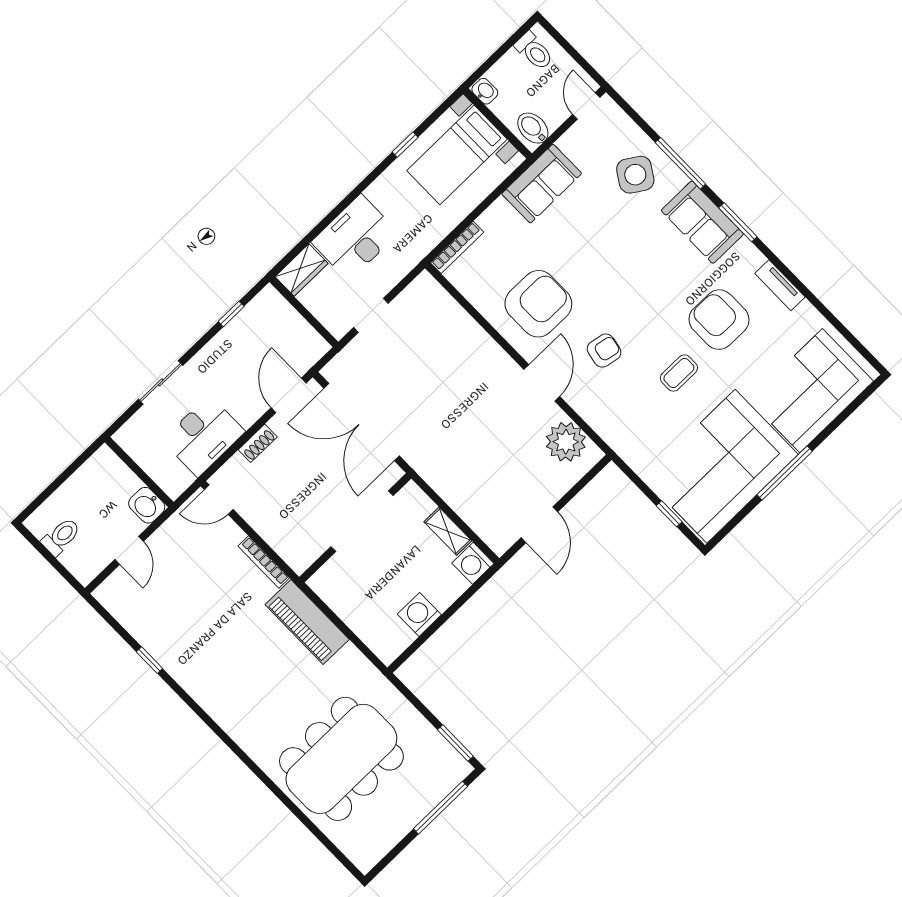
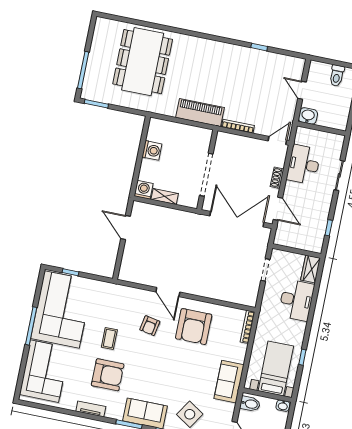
plant: (566, 442) -> (139, 273), removed

